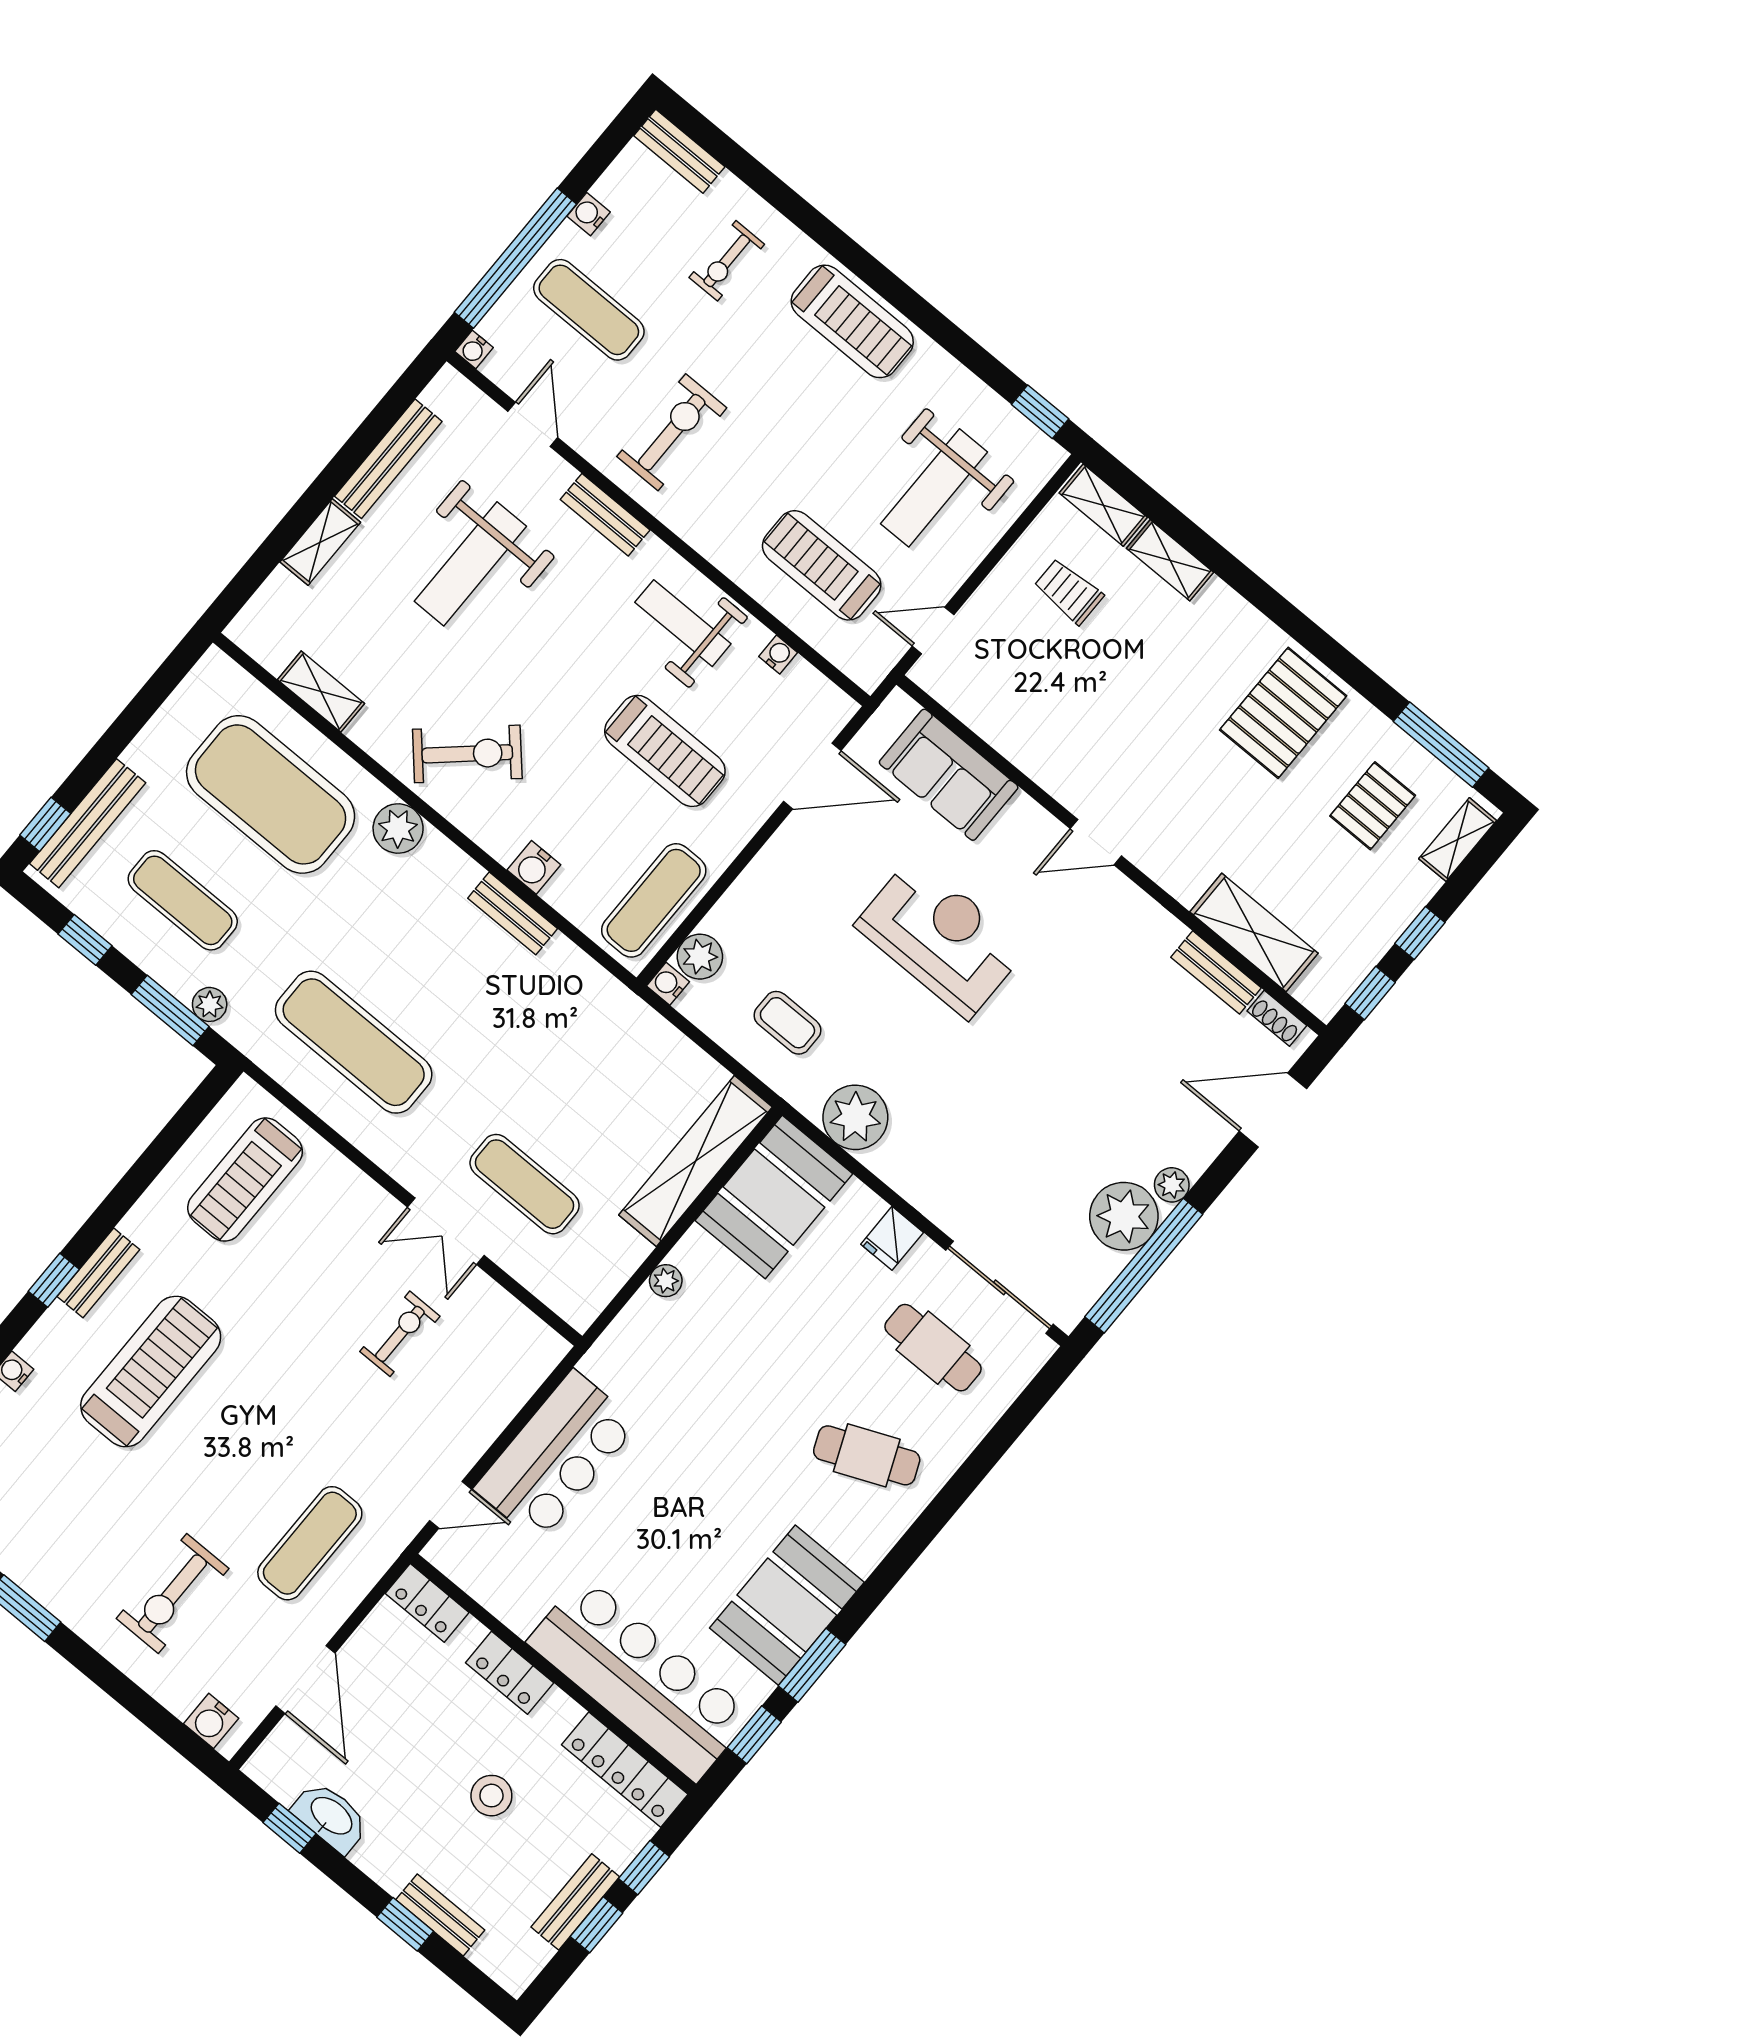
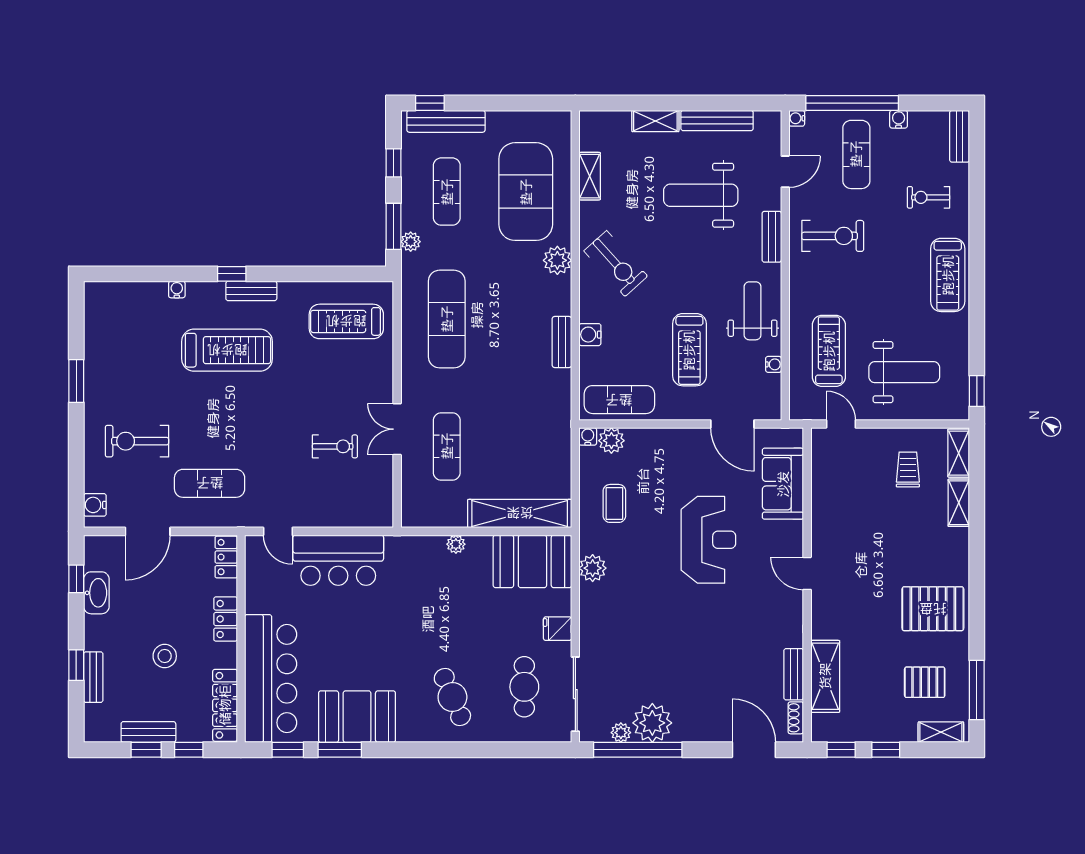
weight bench: (934, 488) -> (904, 372), turned 180
plant: (855, 1117) -> (593, 568), width x0.73, depth x0.73
plant: (1172, 1185) -> (621, 733), moved

